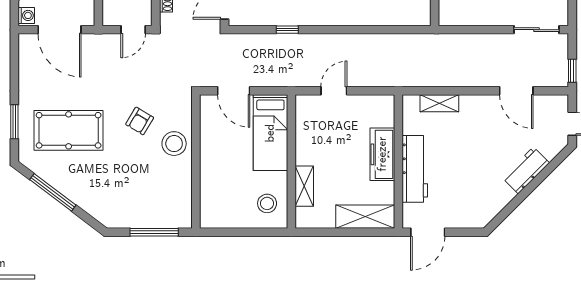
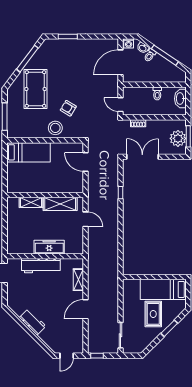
door: (234, 91) -> (85, 162), hinge flipped
door: (516, 91) -> (85, 309), moved
pool table: (69, 130) -> (35, 89), moved
bed: (270, 133) -> (29, 152), moved, turned 180
workbench: (526, 170) -> (33, 322), moved
stool: (267, 203) -> (21, 181), removed
shelving: (365, 217) -> (60, 204), moved, turned 90

